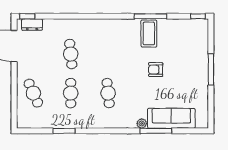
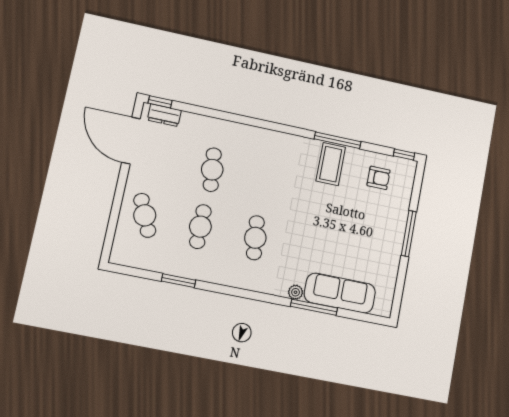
armchair: (156, 70) -> (379, 178), moved, turned 180

